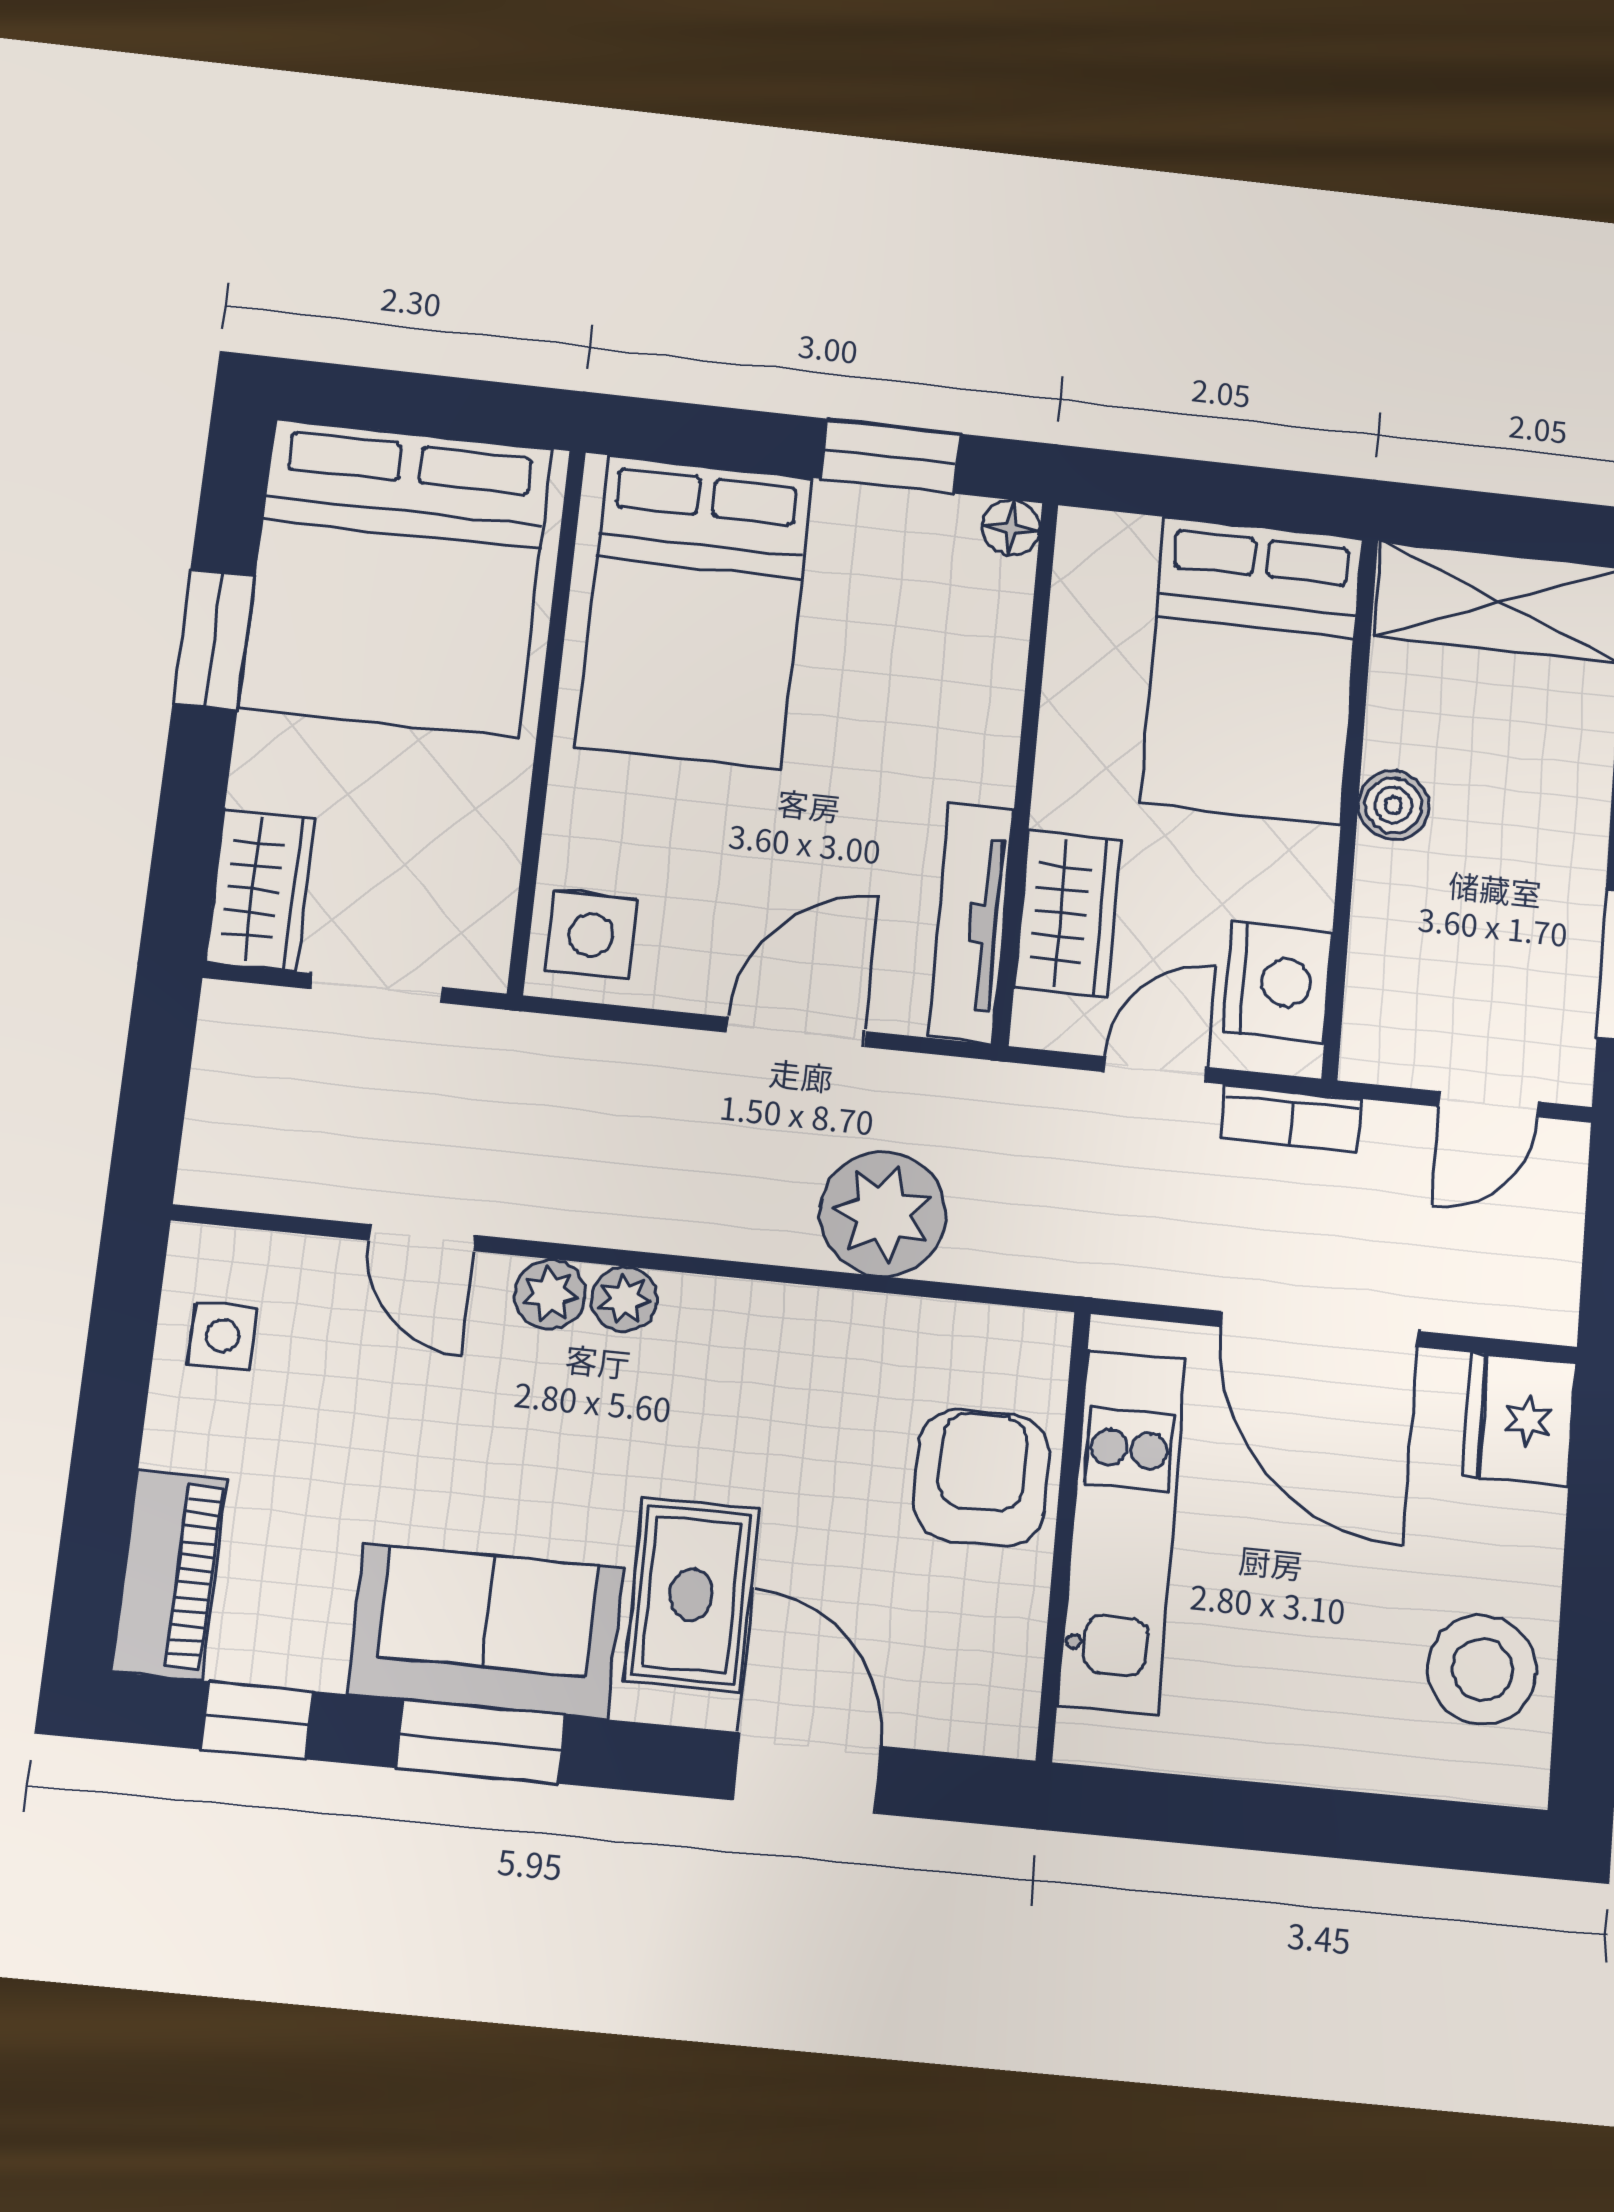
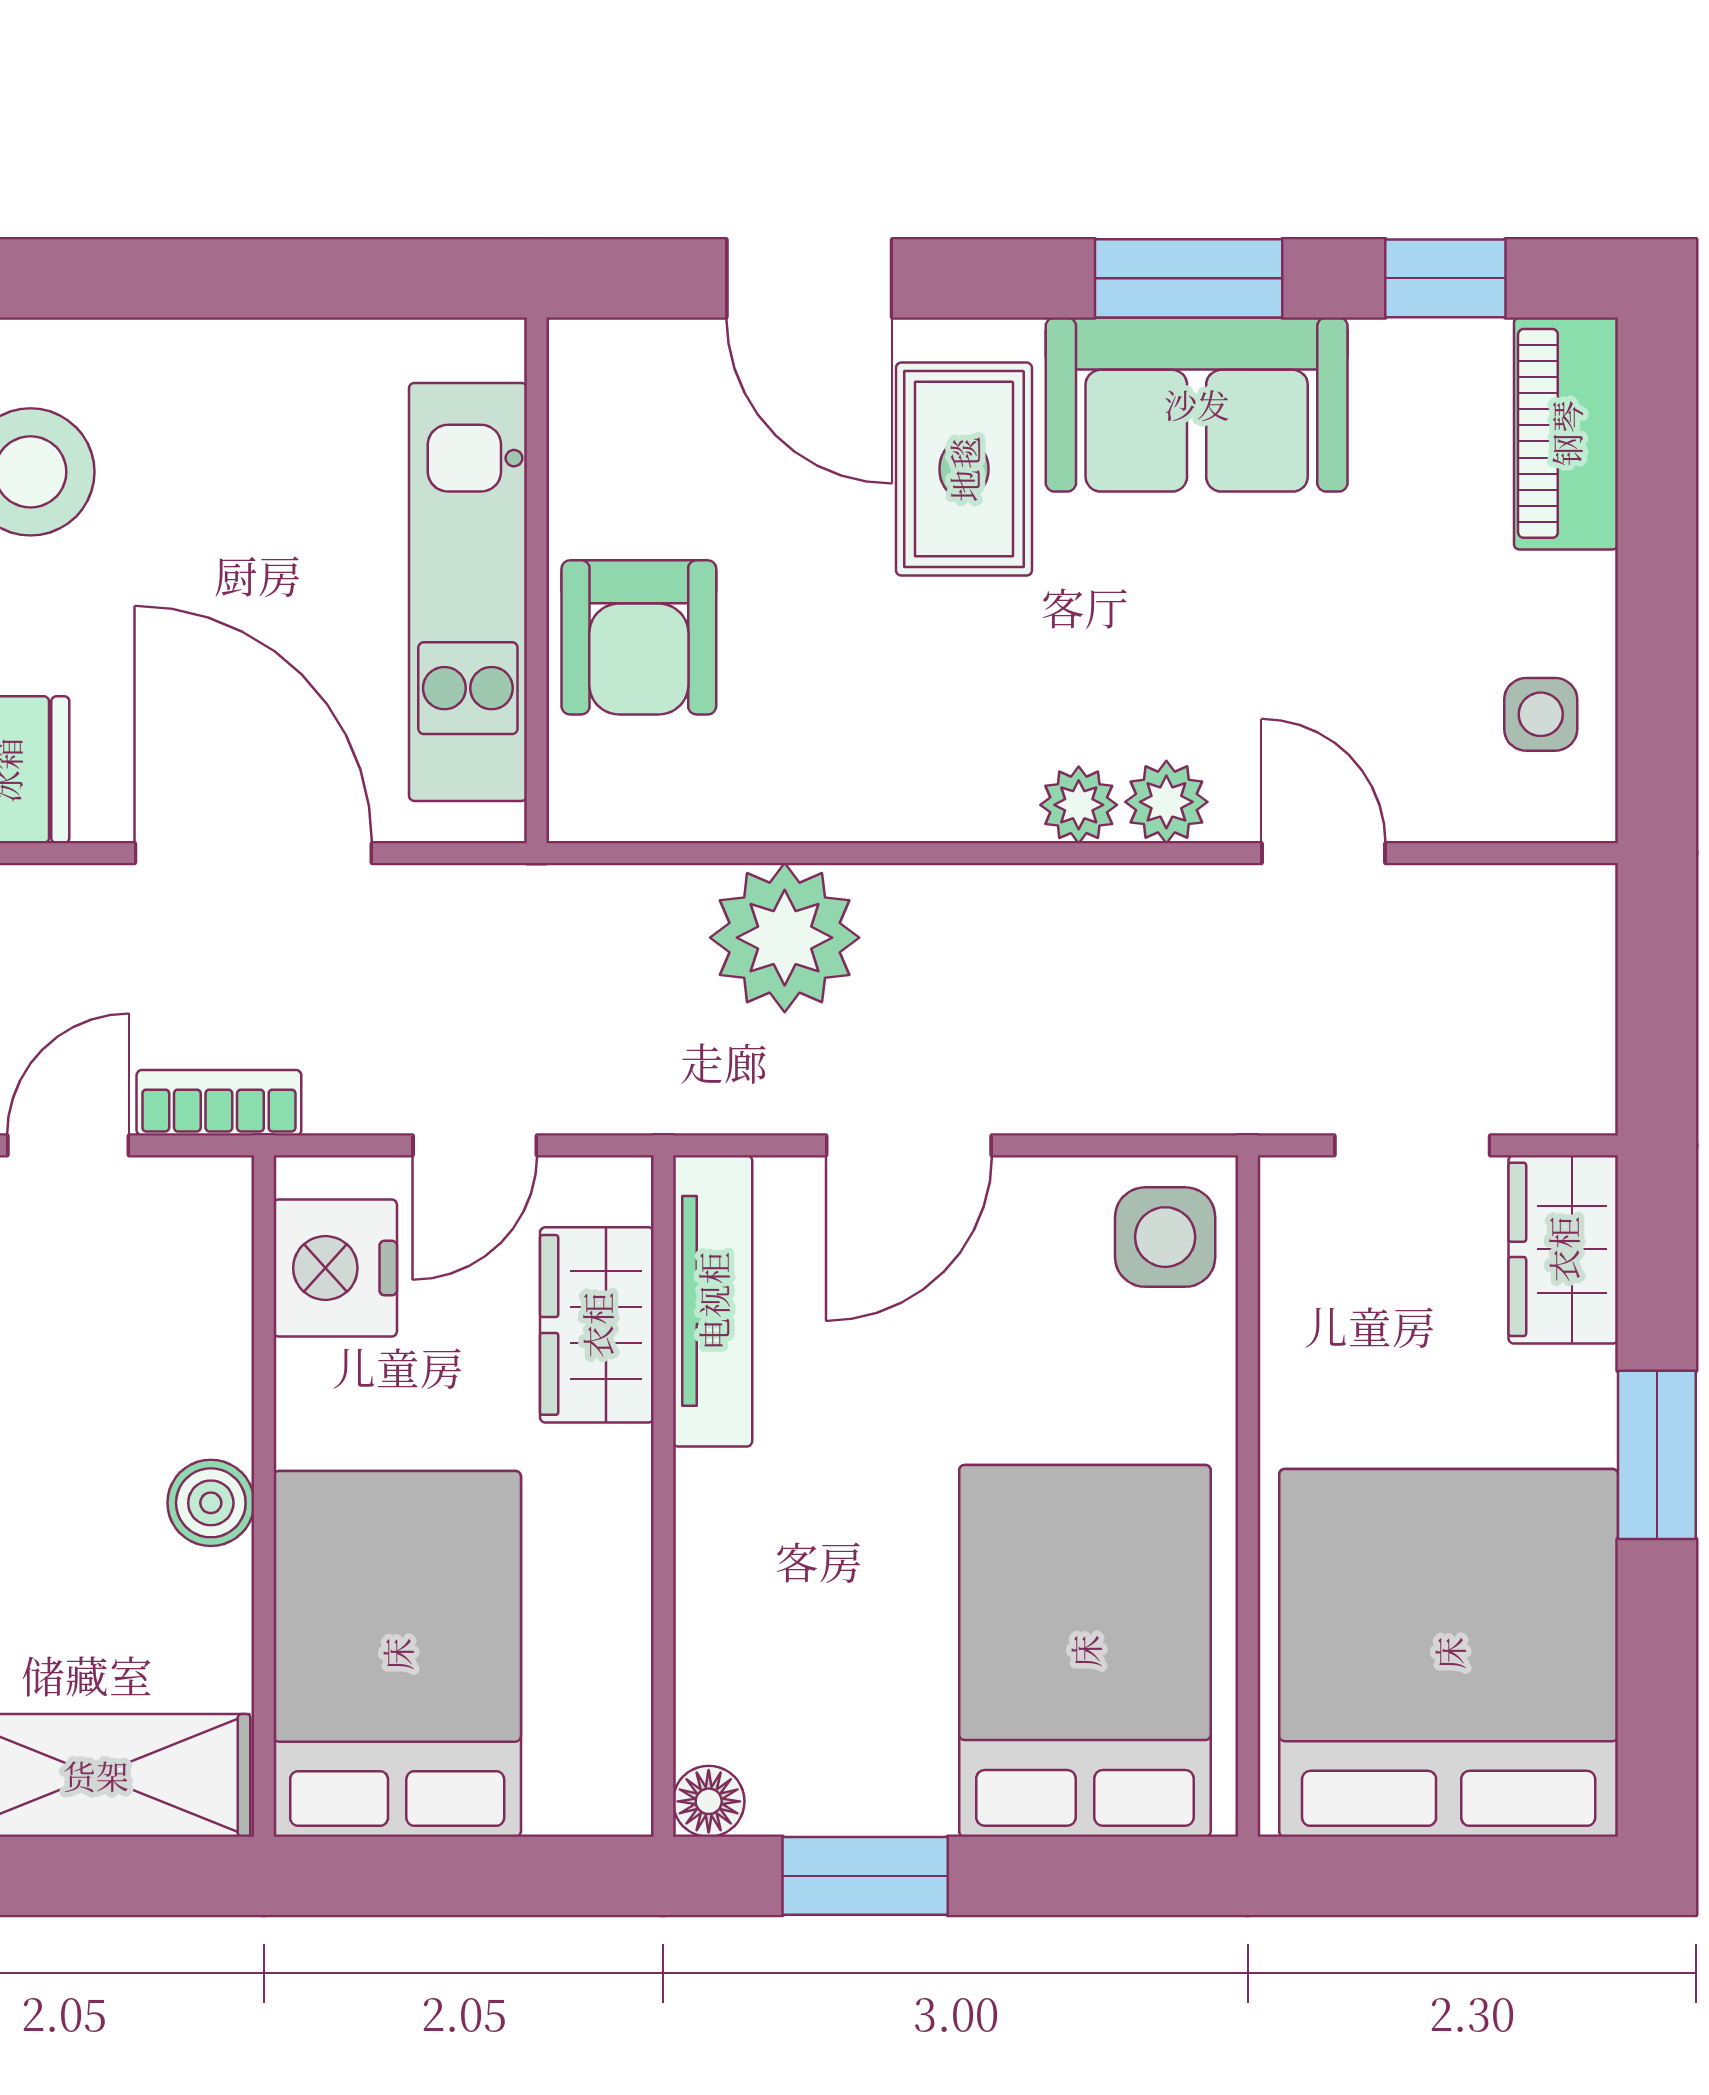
window: (214, 639) -> (1657, 1455), moved
bookcase: (1292, 1119) -> (219, 1103), moved

